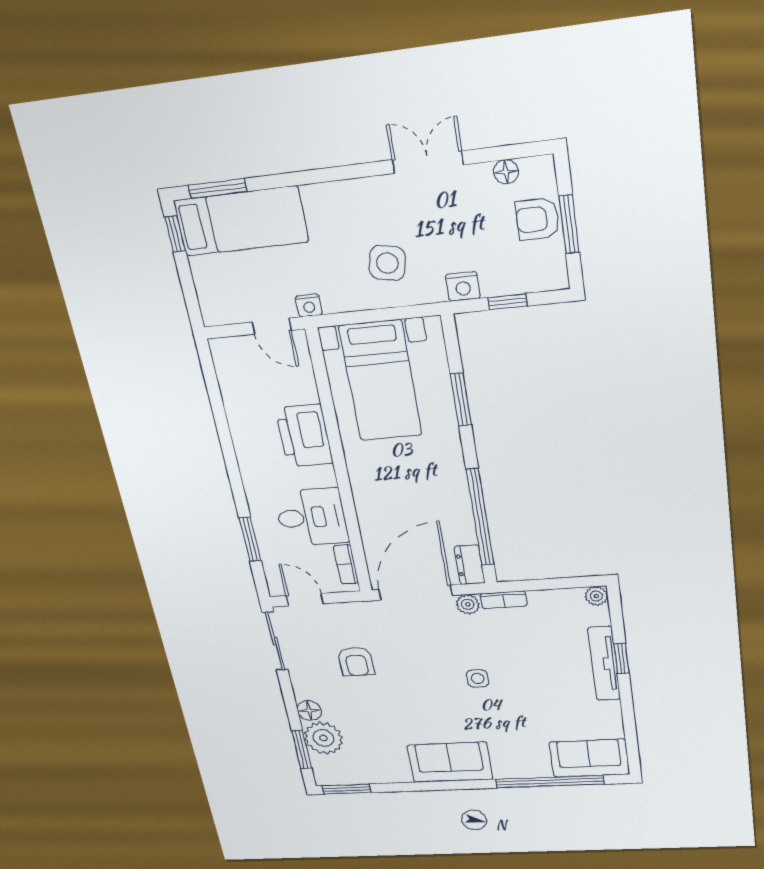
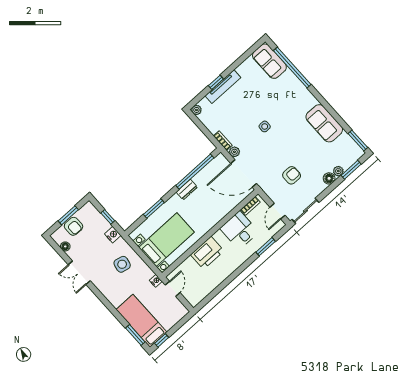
dresser: (470, 565) -> (187, 190), moved
plant: (323, 738) -> (338, 171), width x0.53, depth x0.53
sofa: (450, 762) -> (324, 123), moved

